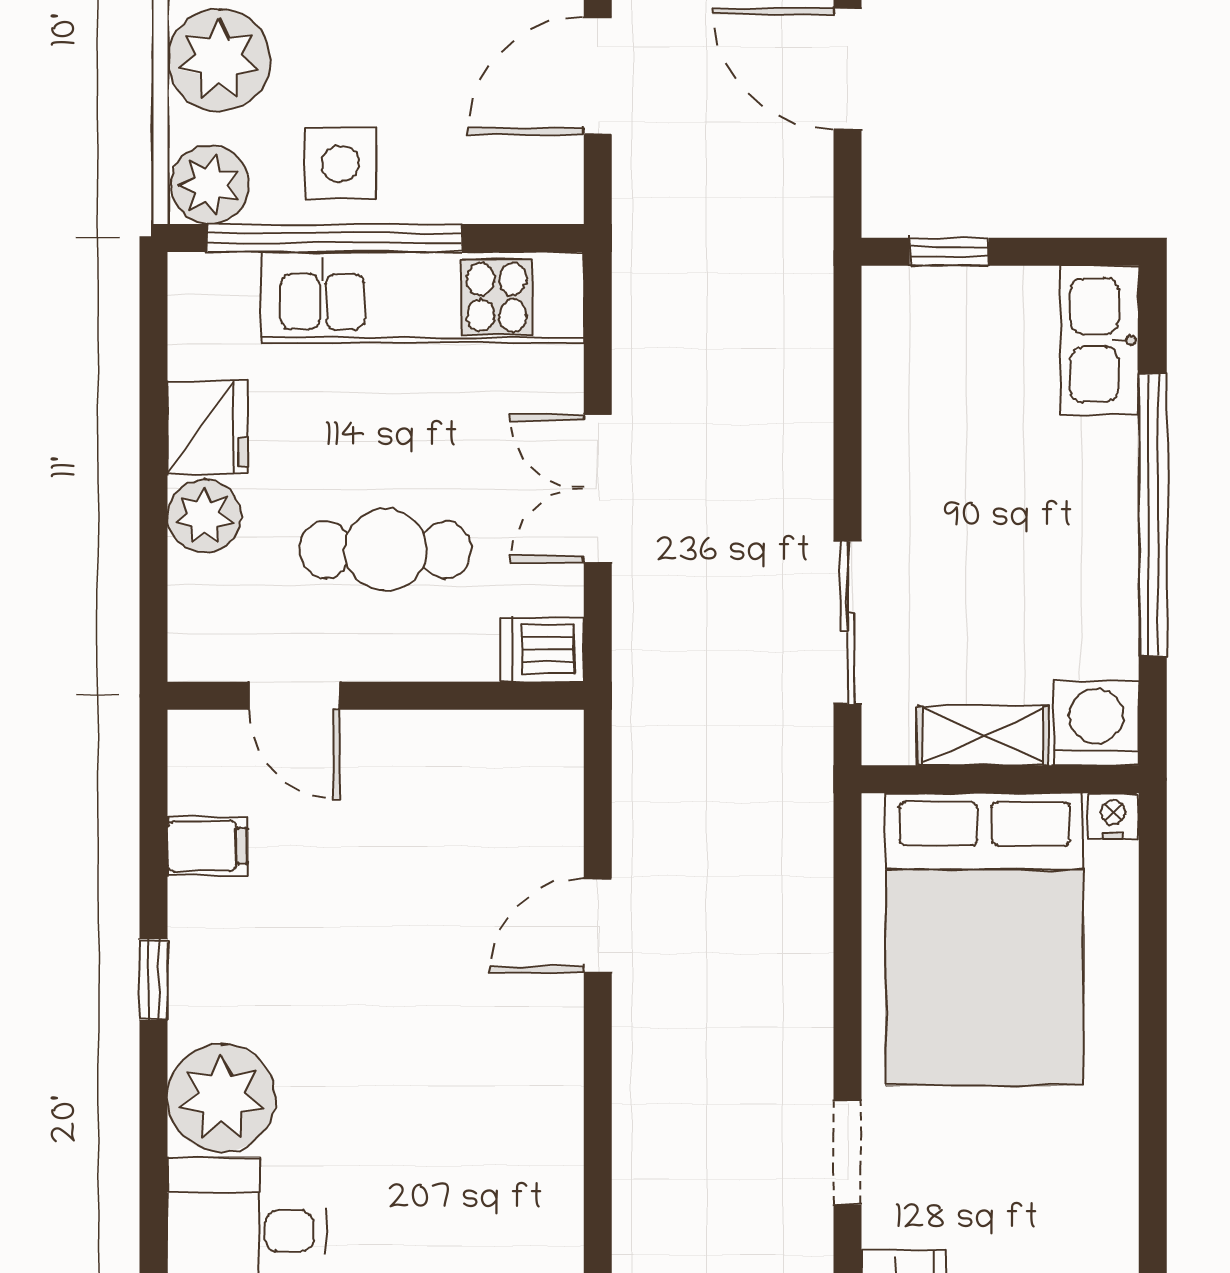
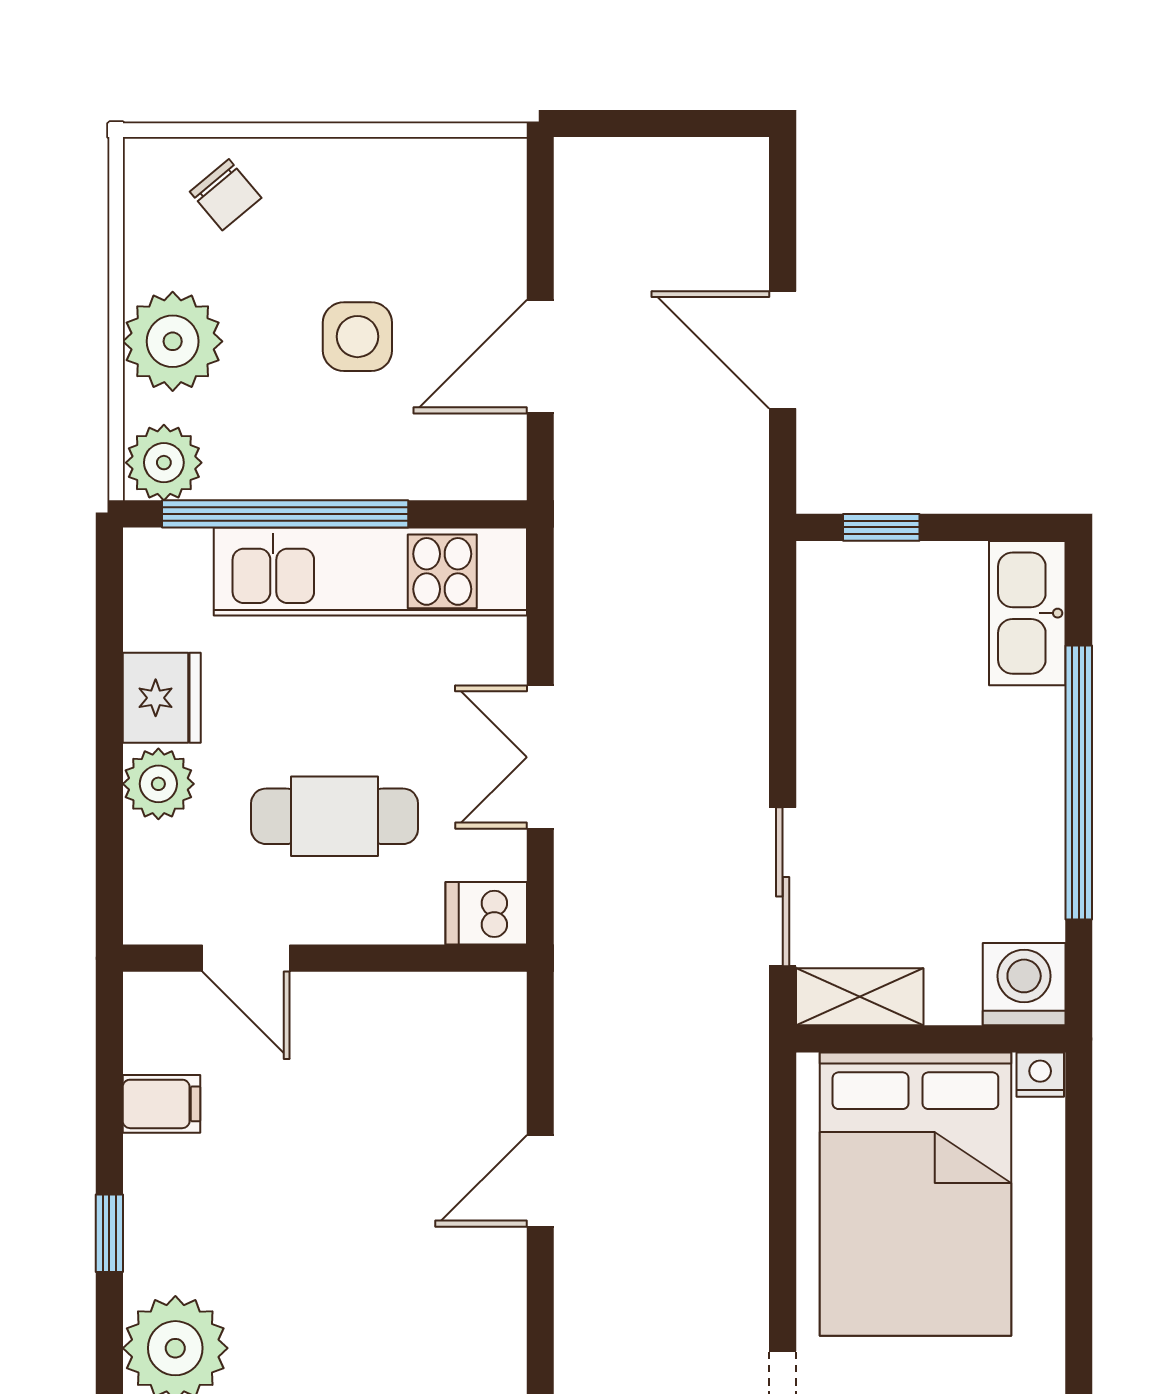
side table: (341, 163) -> (357, 337), moved
shelving: (983, 736) -> (860, 997), moved

